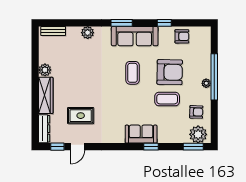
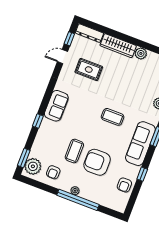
armchair: (170, 72) -> (97, 162), turned 89
coffee table: (133, 73) -> (113, 117), moved
rug: (81, 116) -> (89, 70), turned 90
sofa: (141, 134) -> (56, 106), moved
door: (78, 147) -> (62, 57), hinge flipped

